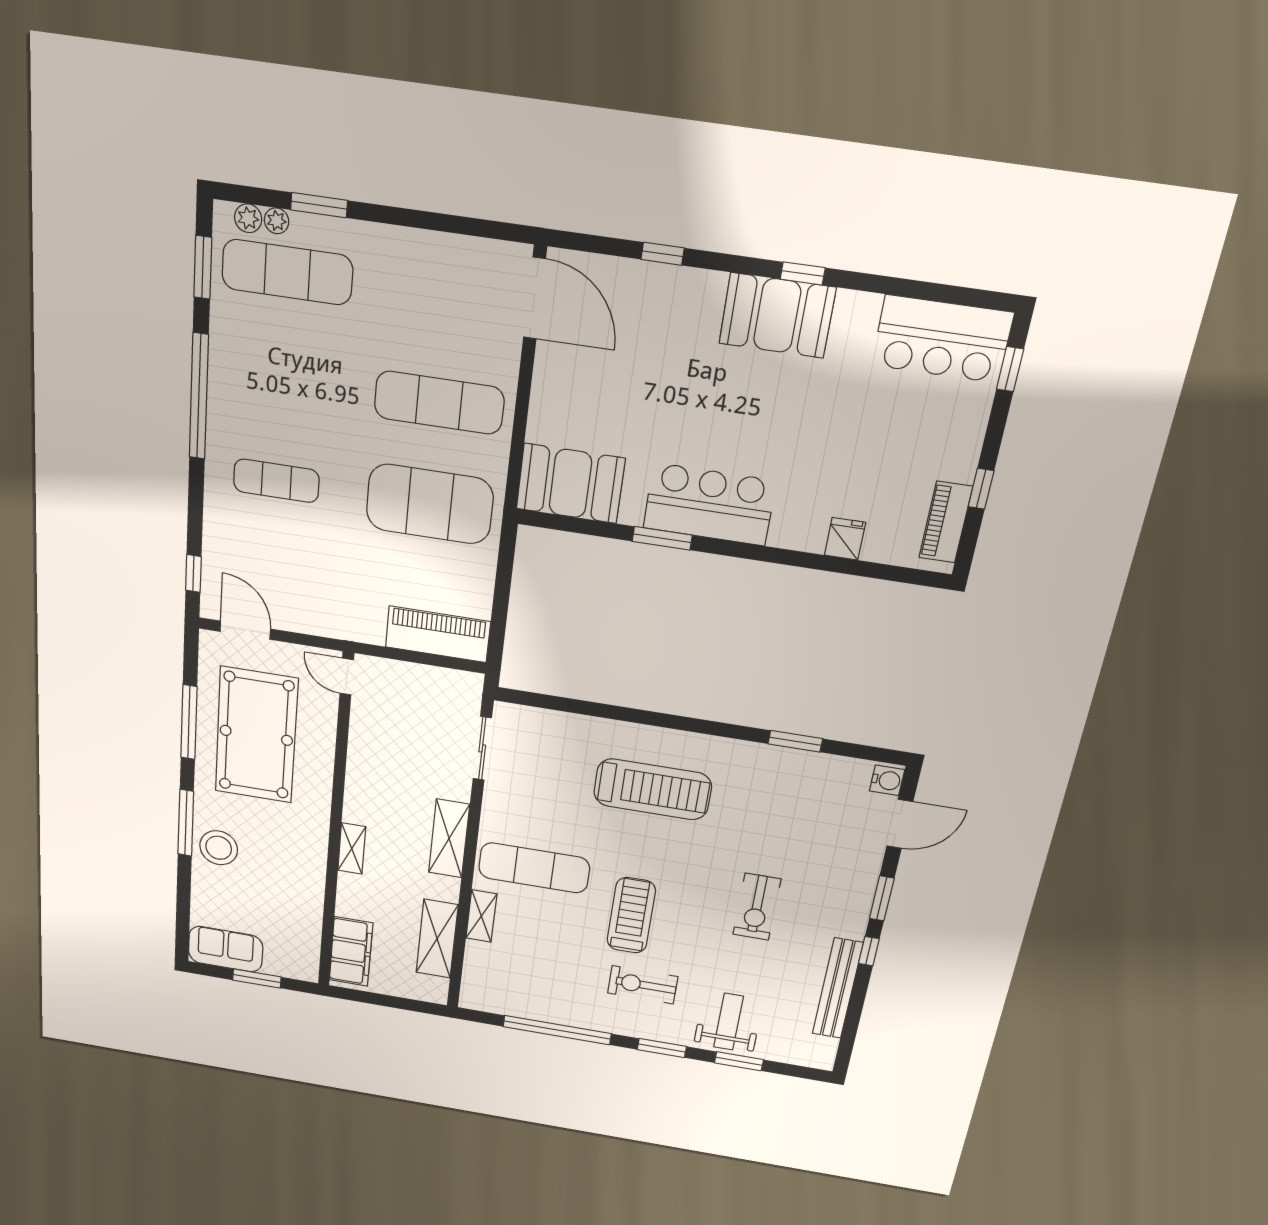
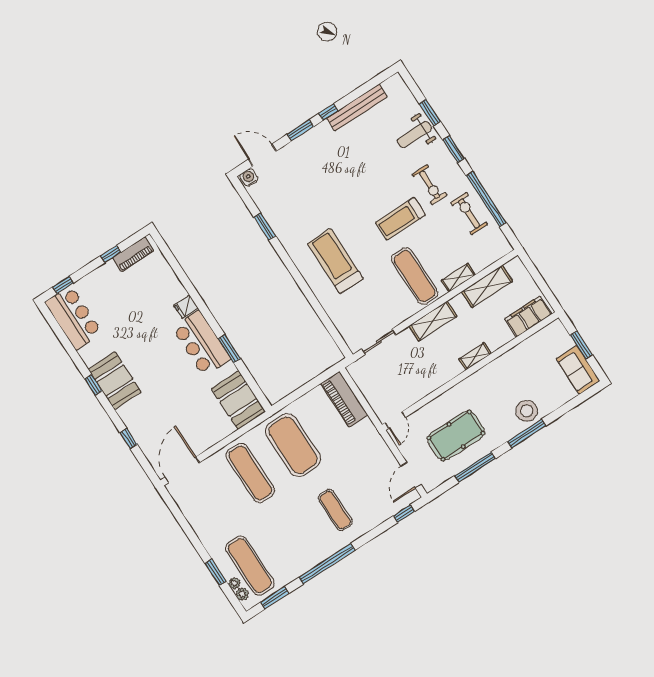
fridge: (845, 539) -> (186, 307), moved
pool table: (256, 735) -> (456, 436), width x0.73, depth x0.76
exercise bike: (757, 907) -> (469, 214), moved, turned -90

